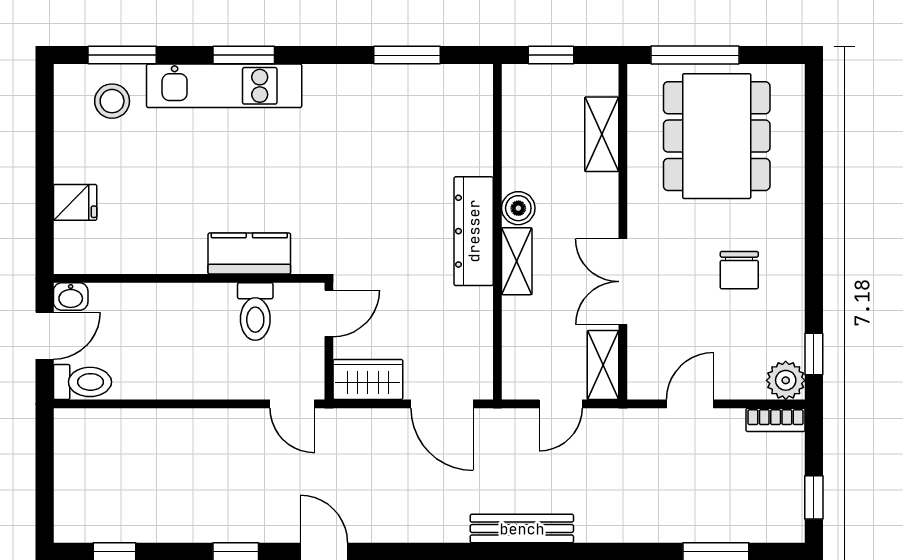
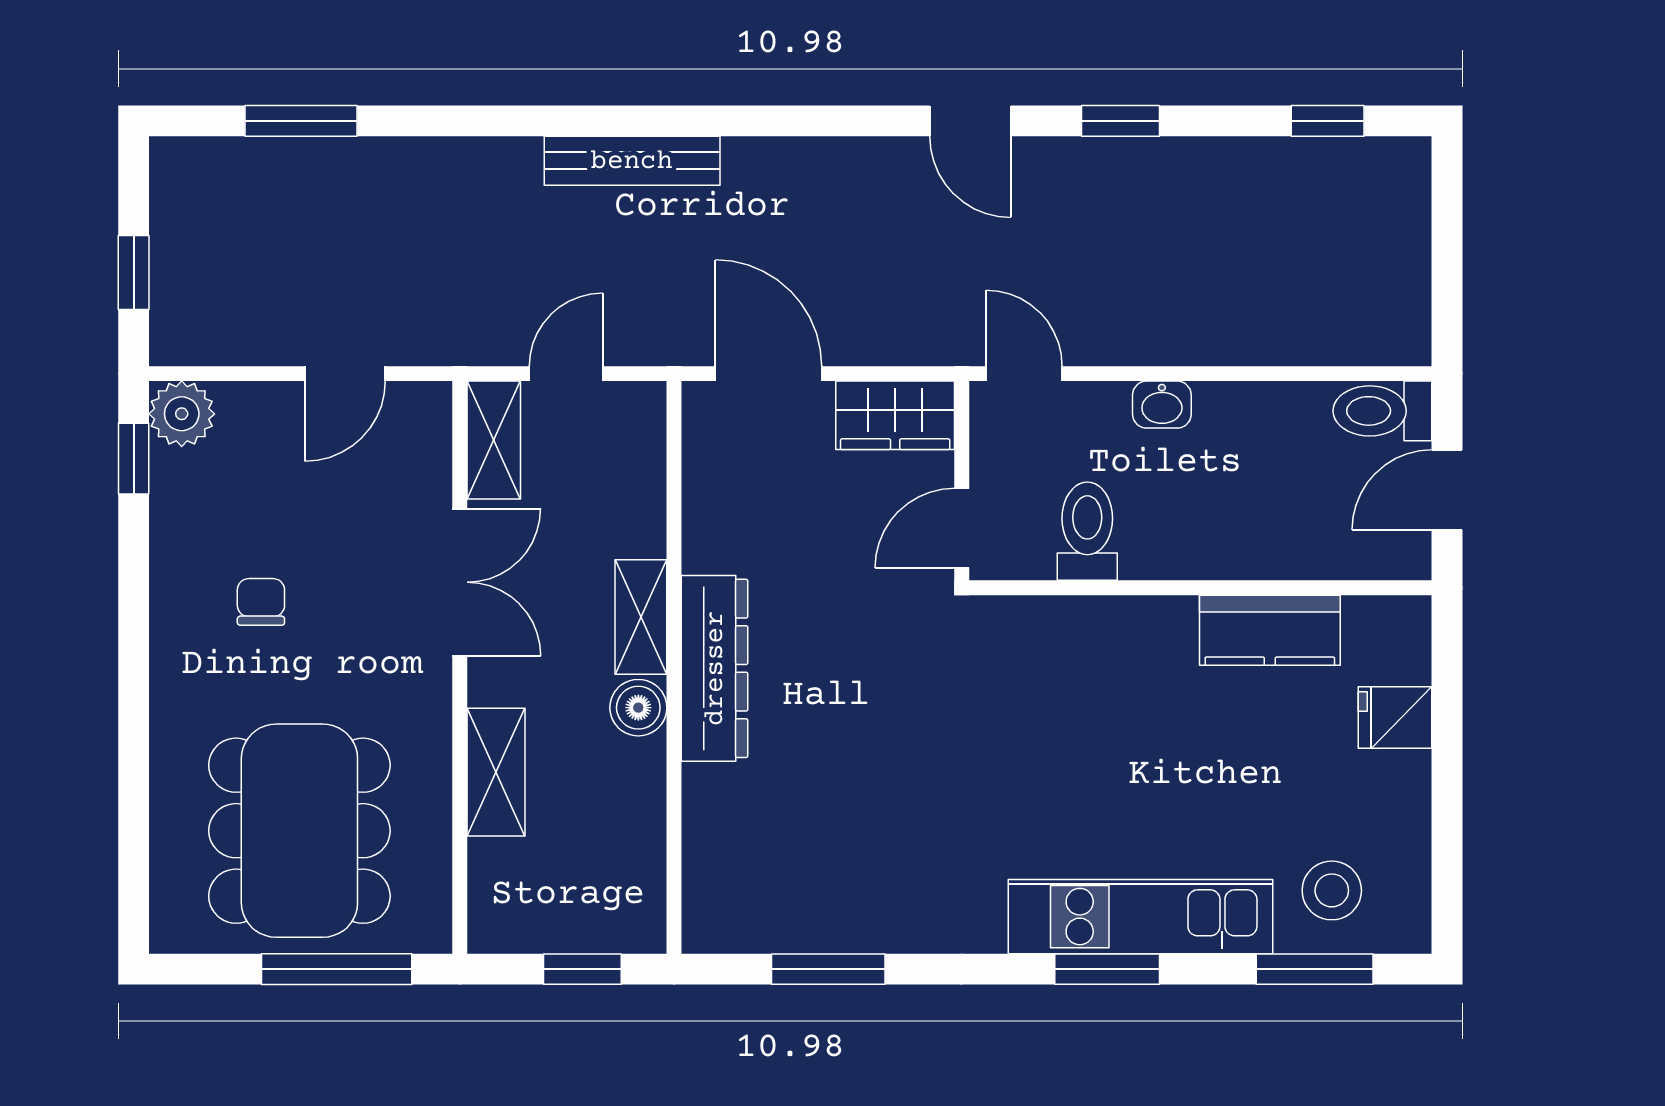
shelving: (602, 134) -> (496, 772), moved
kitchen counter: (249, 253) -> (1270, 630), moved
chair: (739, 270) -> (261, 602), width x0.73, depth x0.73
washbasin: (71, 297) -> (1162, 405), moved, turned 180
bookcase: (776, 420) -> (199, 346), removed
window: (814, 497) -> (134, 272), moved

